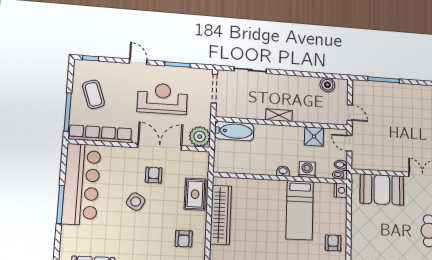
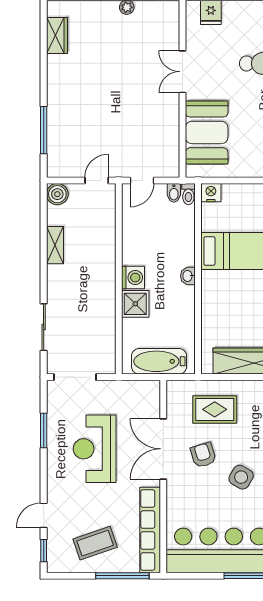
door: (138, 62) -> (44, 515), moved
boiler: (327, 85) -> (57, 194), moved
shelving: (279, 115) -> (55, 245), moved
bathtub: (234, 131) -> (159, 361), moved, turned -90
shower: (314, 136) -> (135, 304), moved
plant: (200, 137) -> (146, 395), removed
washing machine: (307, 170) -> (133, 278), moved, turned 180
armchair: (154, 175) -> (203, 455), turned 73
rug: (195, 194) -> (215, 409), moved

